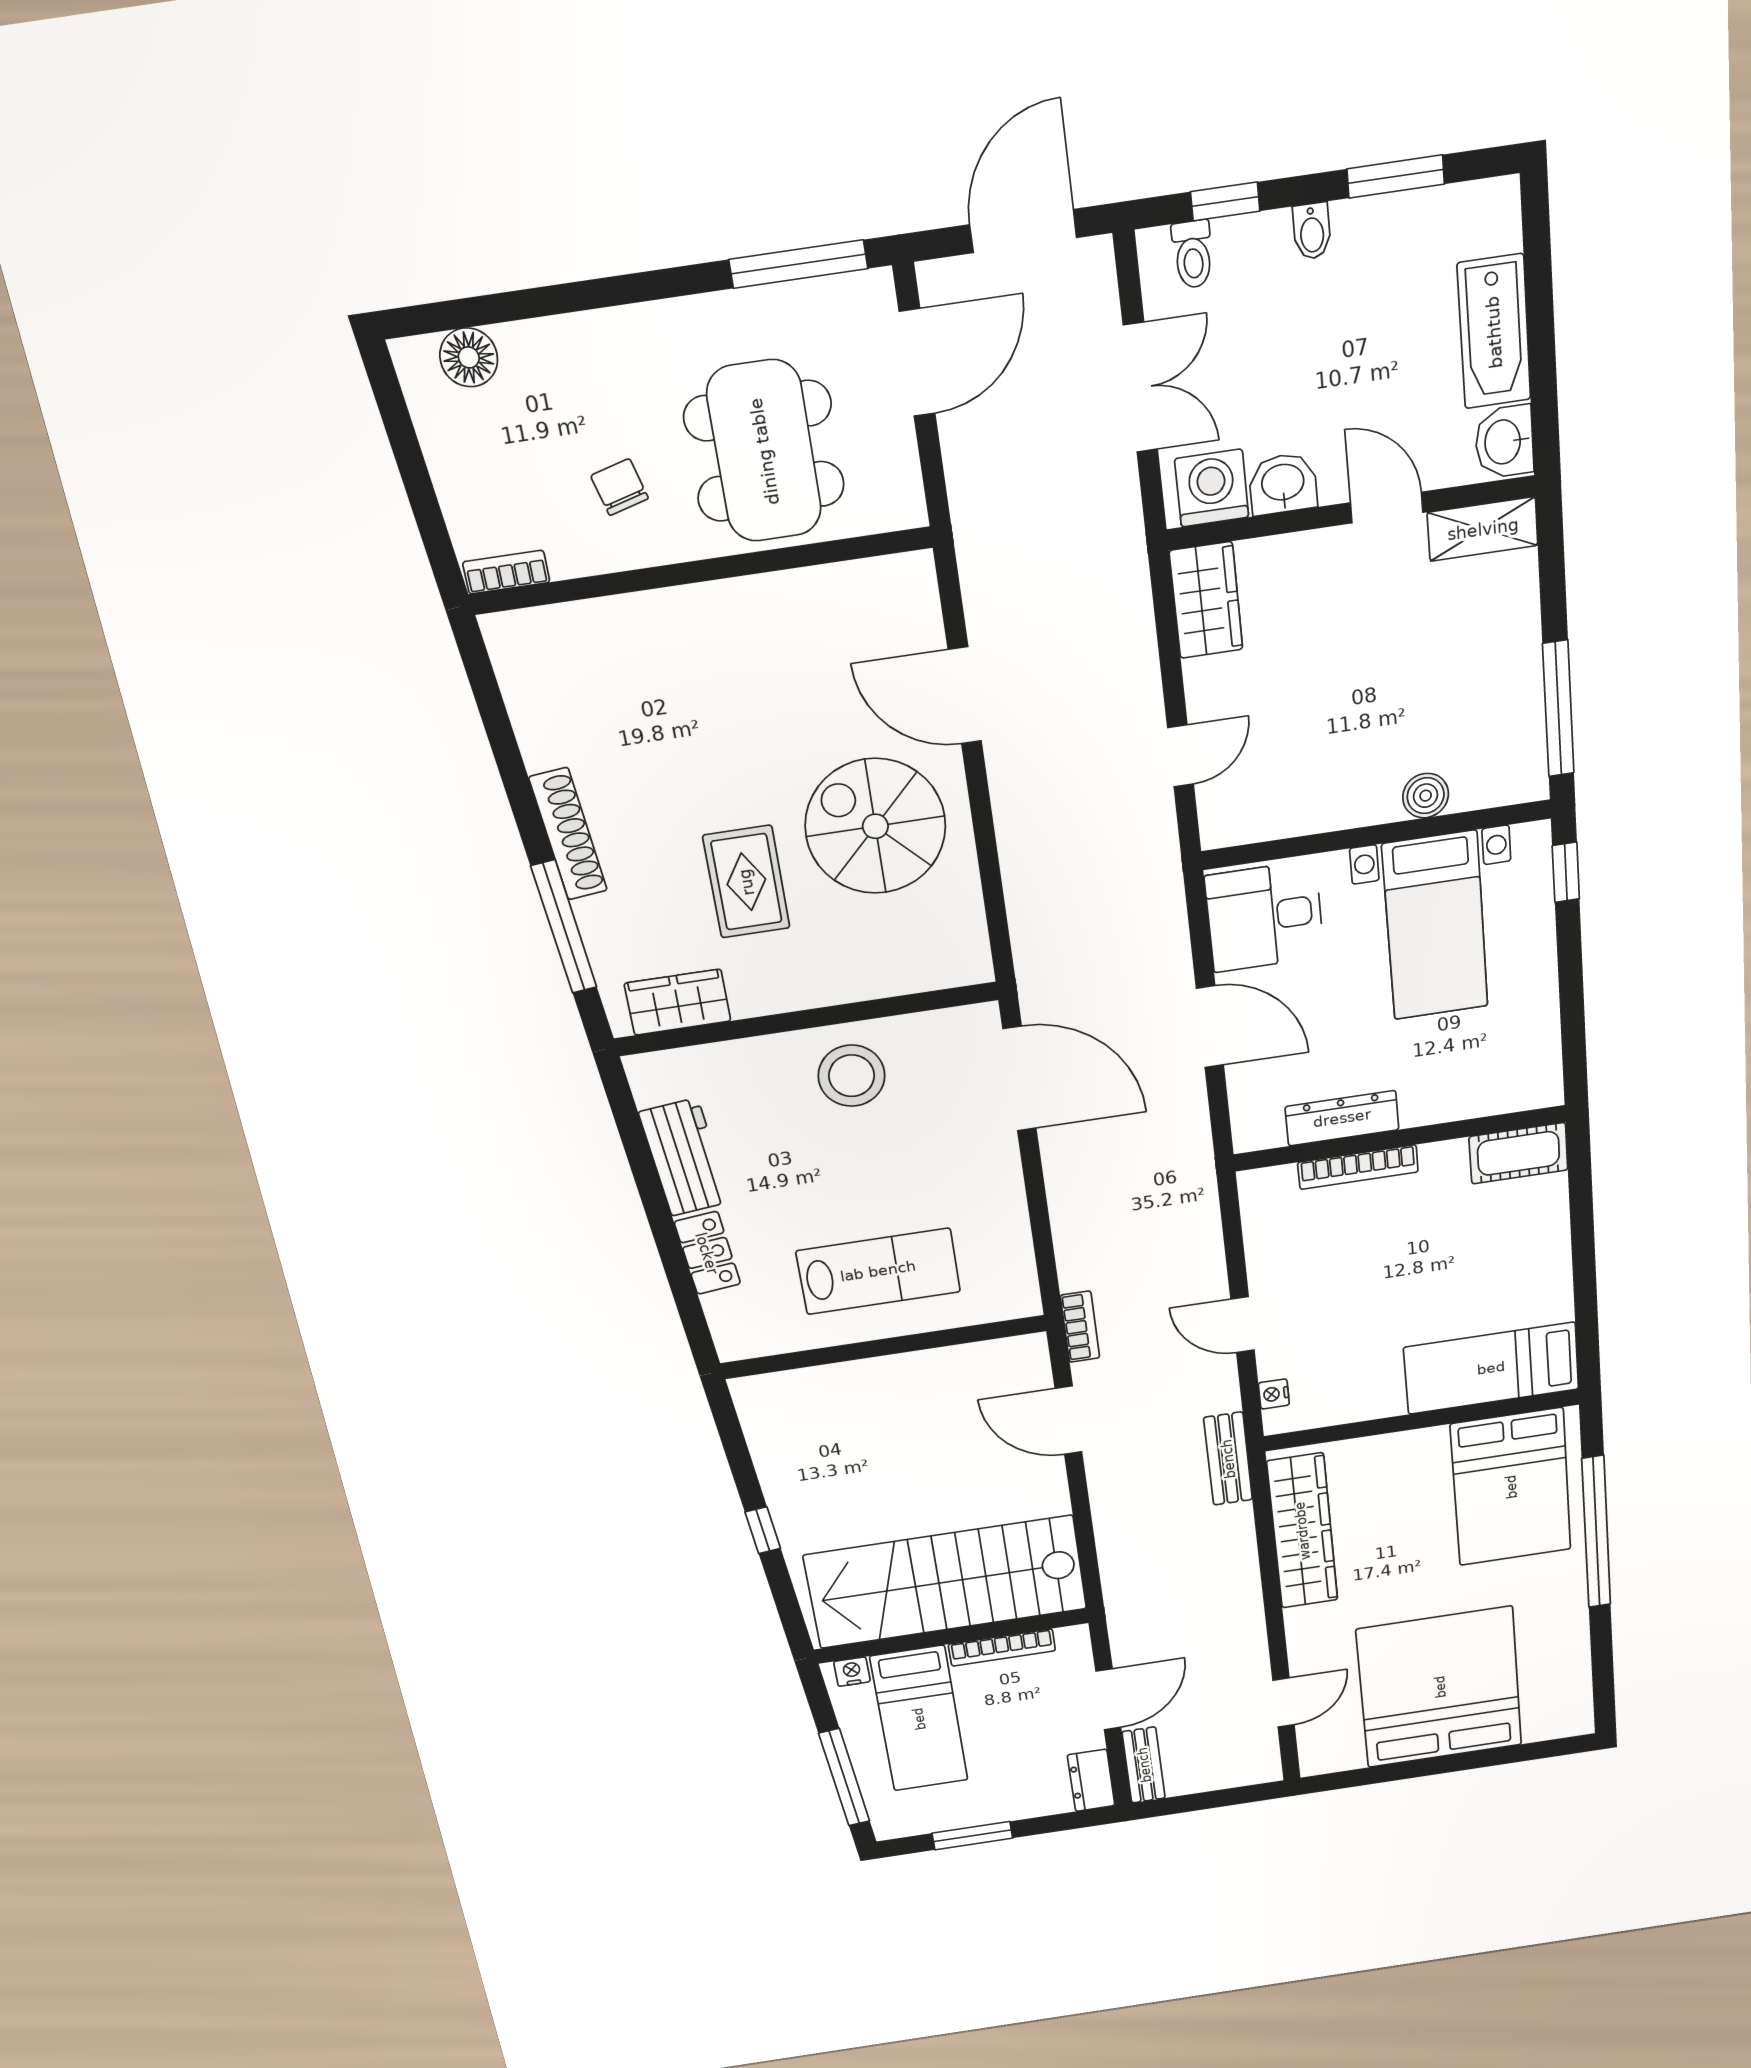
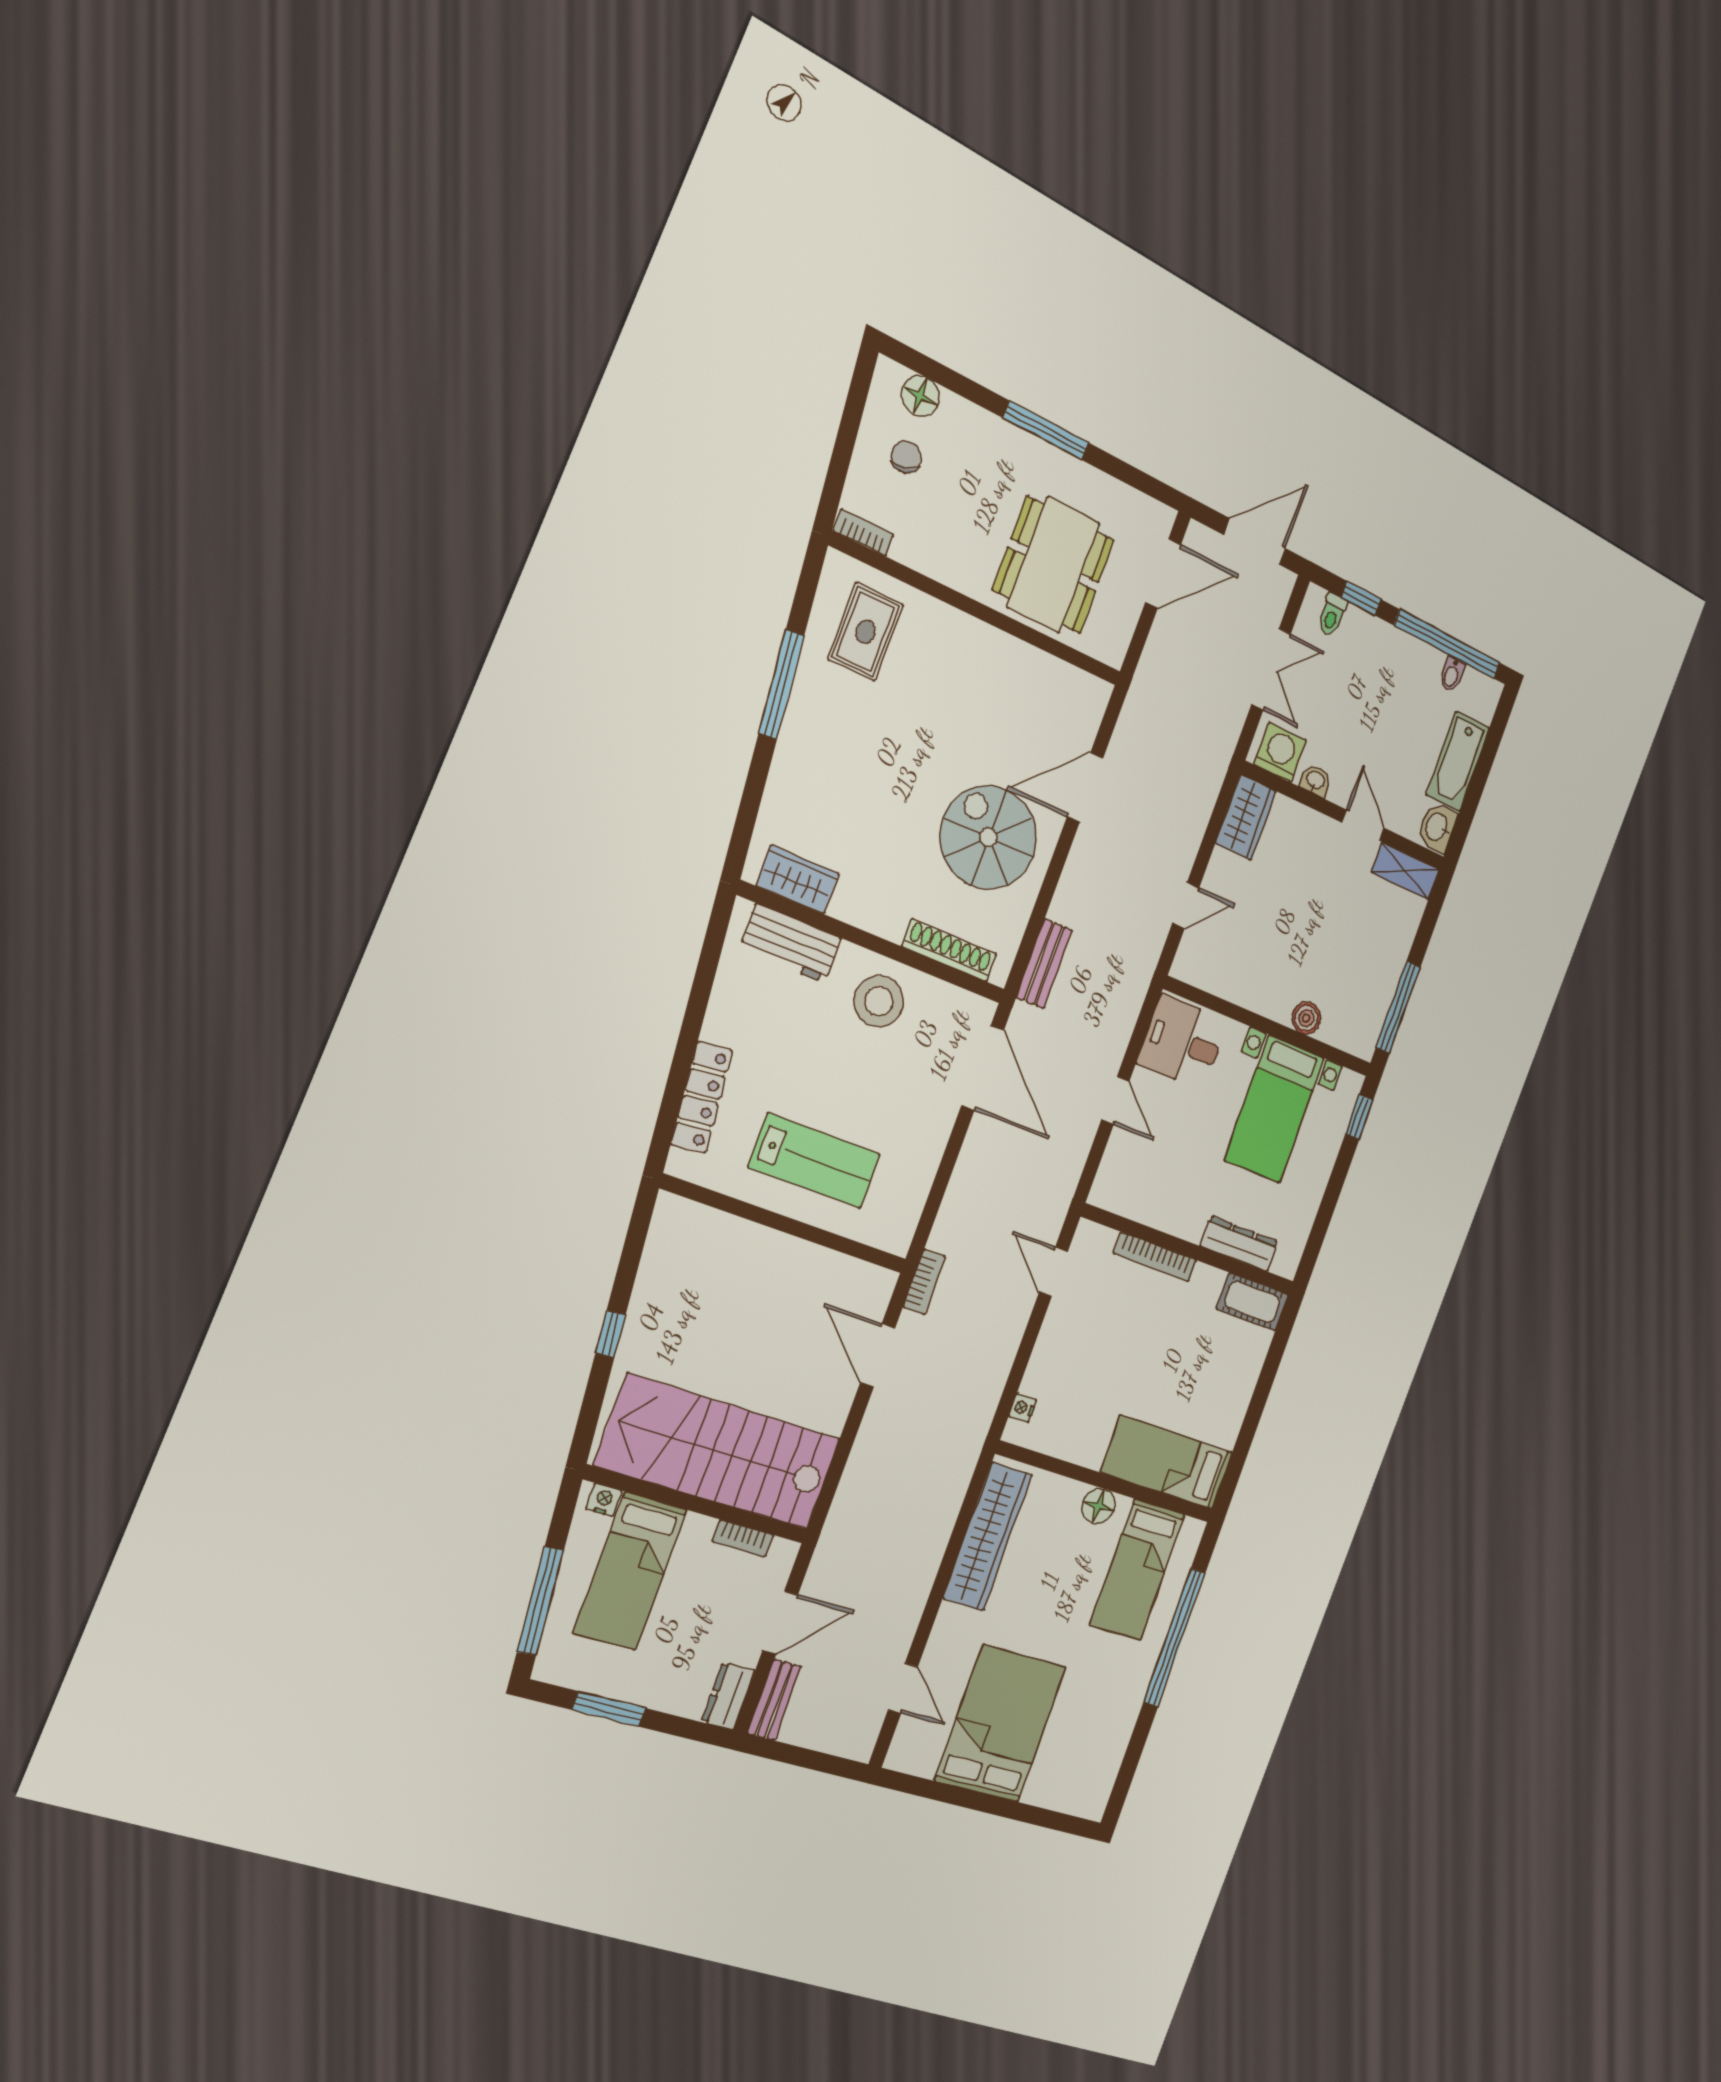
window: (1396, 176) -> (1447, 644), width x2.11
bidet: (1312, 231) -> (1452, 674), moved
window: (798, 264) -> (1046, 430), moved
washbasin: (1283, 484) -> (1315, 780), width x0.72, depth x0.69
chair: (620, 487) -> (906, 457), moved
door: (965, 695) -> (1085, 787), hinge flipped
shoe rack: (568, 834) -> (949, 950), moved, turned -84
rug: (746, 882) -> (865, 632), moved
window: (564, 927) -> (781, 684), moved
door: (1210, 1027) -> (1115, 1100), width x0.73
dresser: (1342, 1118) -> (1239, 1244), moved
workbench: (685, 1157) -> (791, 943), moved, turned 96
locker: (707, 1253) -> (702, 1097), width x1.53
door: (1242, 1325) -> (1054, 1272), moved
floor lamp: (1425, 1447) -> (1098, 1506), added
bench: (1228, 1459) -> (1044, 964), moved
bed: (1511, 1487) -> (1137, 1570), width x0.67
bookcase: (1002, 1647) -> (743, 1538), width x0.64
bed: (1440, 1687) -> (1000, 1723), width x0.73
door: (1284, 1703) -> (903, 1688), hinge flipped

